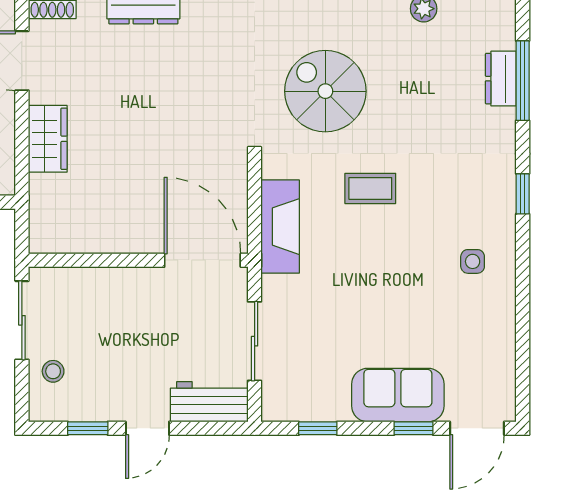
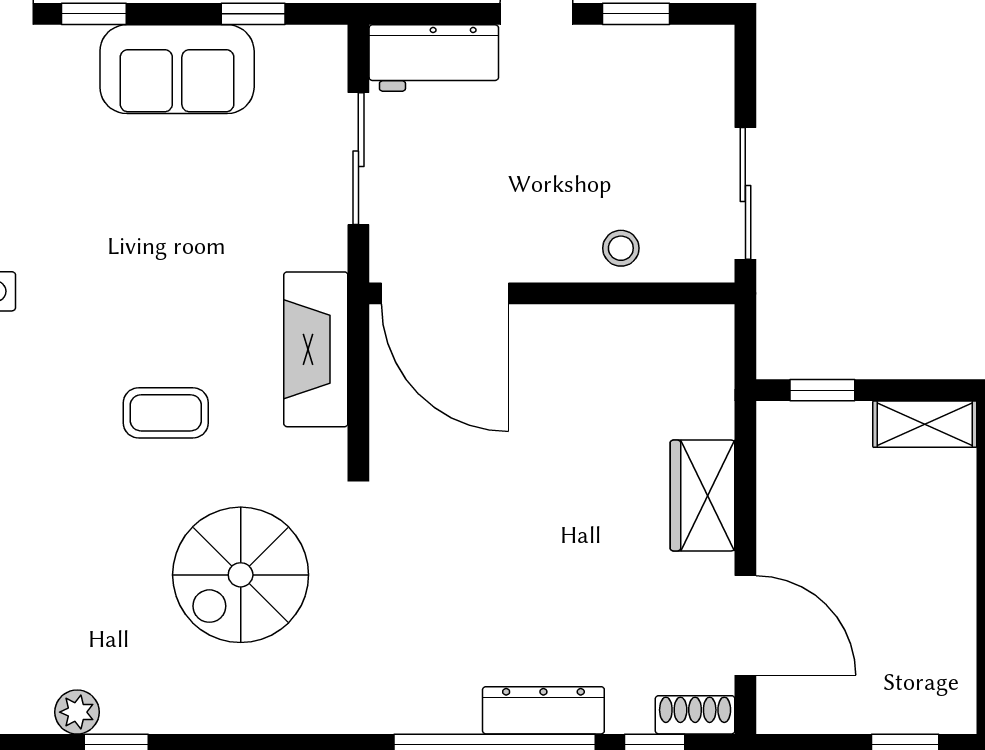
spiral stairs: (325, 91) -> (241, 575), turned 90
stool: (53, 371) -> (621, 248), moved
sofa: (398, 395) -> (177, 69), moved

